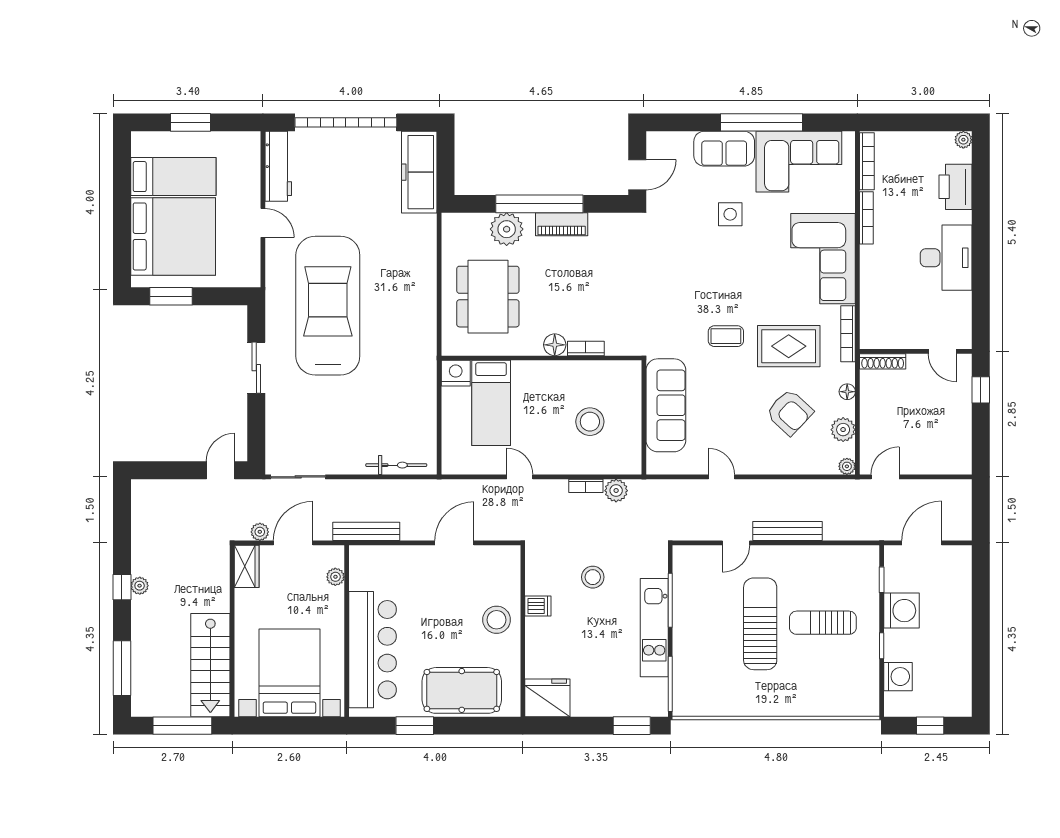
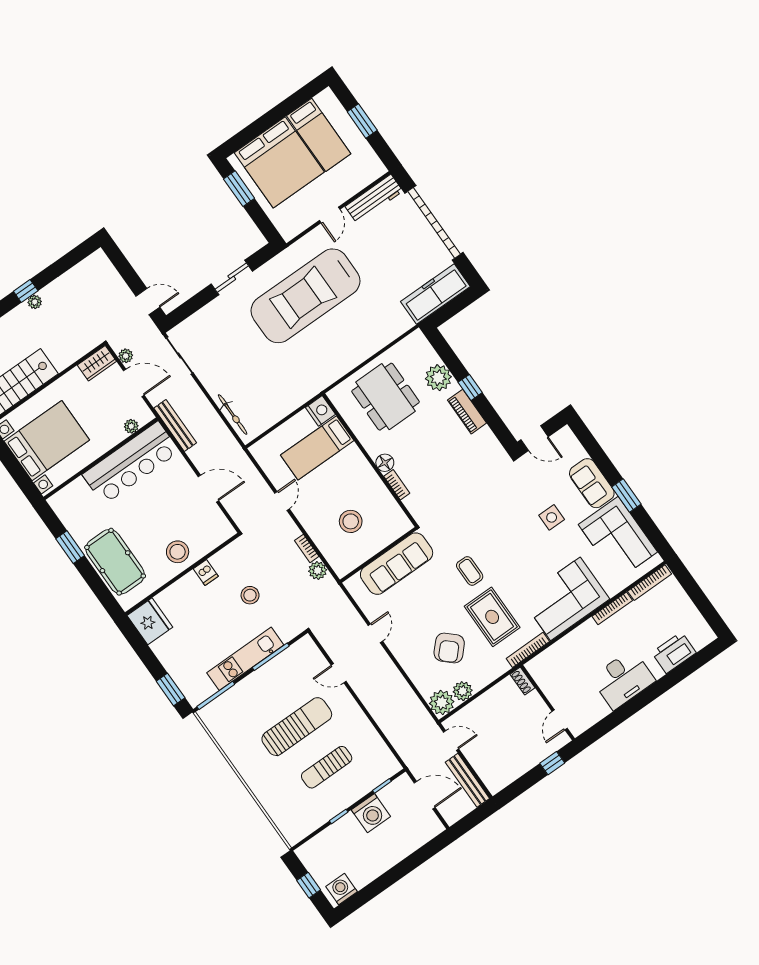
window: (762, 122) -> (626, 496), width x0.47
plant: (963, 140) -> (708, 636), removed
window: (539, 204) -> (470, 387), width x0.32
dining table: (488, 297) -> (386, 397), turned 90
car: (328, 306) -> (305, 296), turned 180
shoe rack: (883, 361) -> (522, 681), width x0.70
floor lamp: (847, 392) -> (489, 676), removed
plant: (847, 466) -> (442, 702), width x1.88, depth x1.88
bench: (787, 531) -> (467, 780), moved
sun lounger: (823, 623) -> (327, 767), turned -90
bar counter: (373, 650) -> (131, 463), moved
washing machine: (898, 677) -> (342, 889), moved, turned 180

